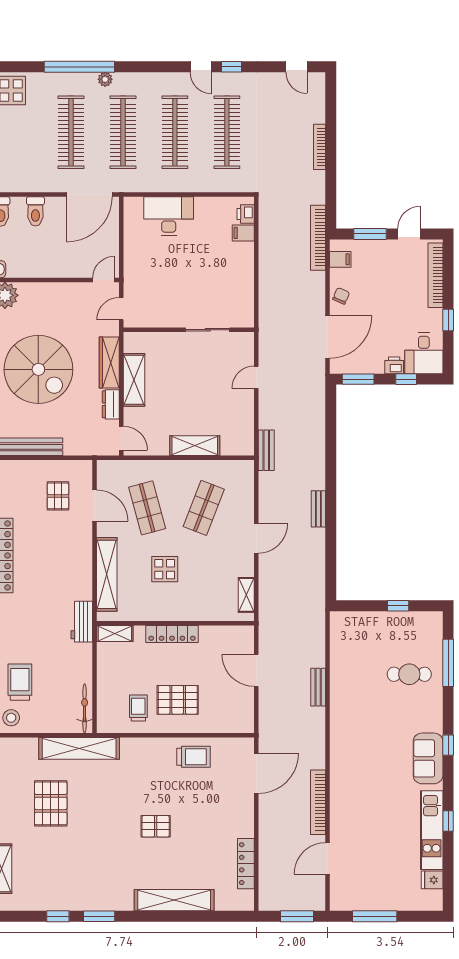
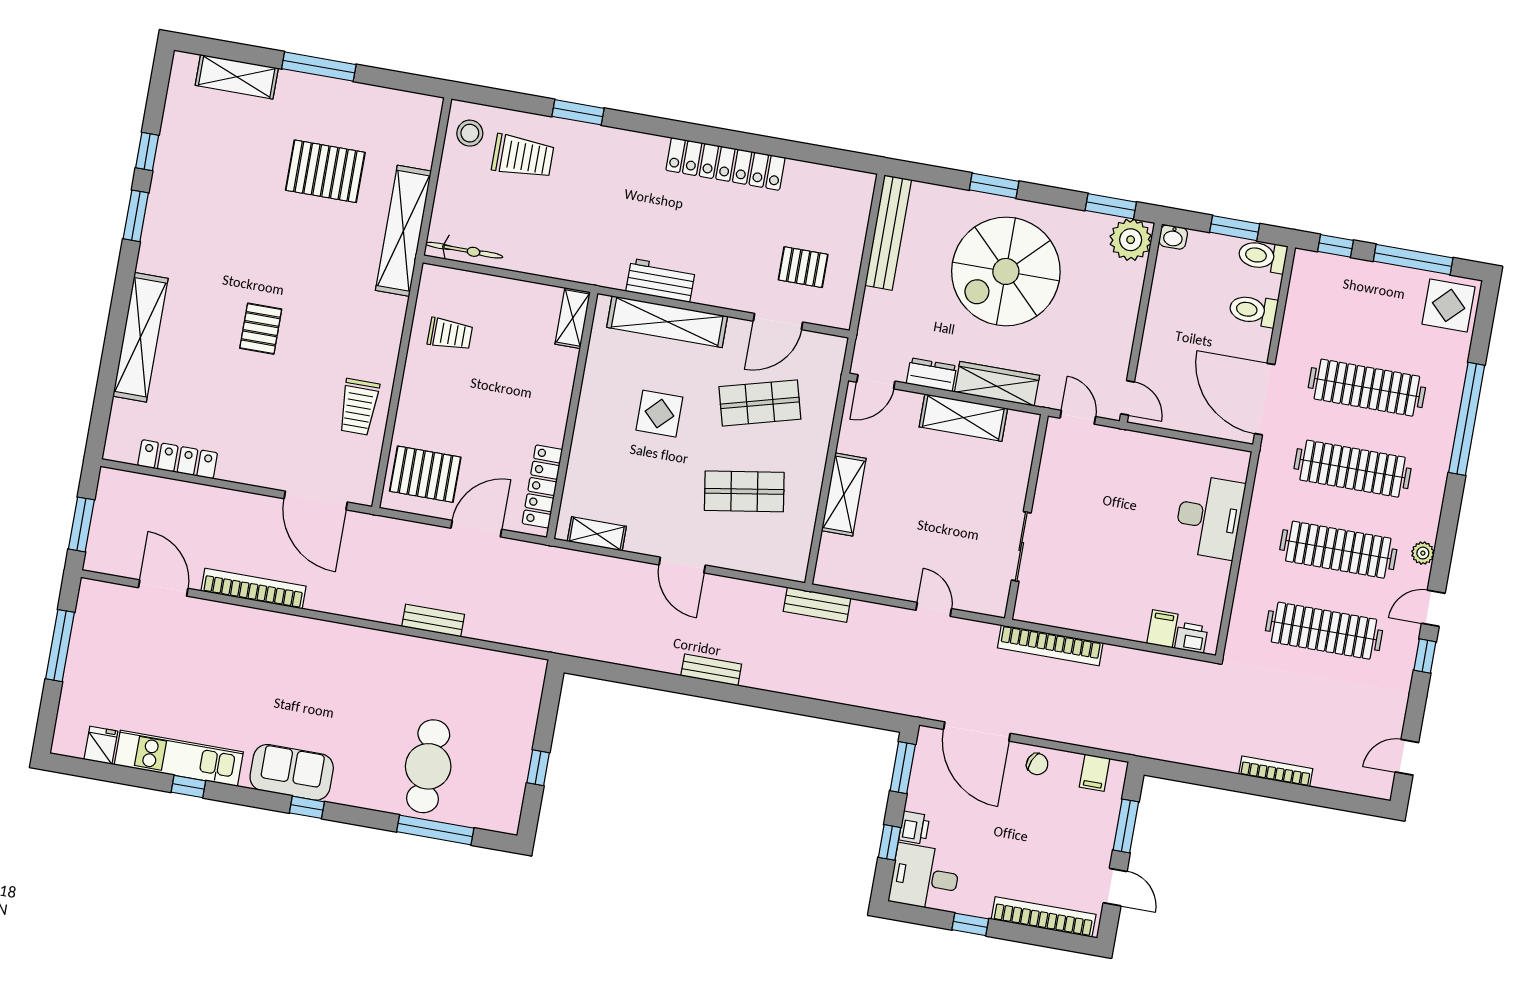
plant: (105, 79) -> (1423, 553), moved
bookcase: (318, 238) -> (1050, 645), moved, turned 180
shop shelf: (204, 508) -> (744, 491), turned -30
workbench: (82, 622) -> (661, 280), moved
locker: (172, 634) -> (542, 486), moved
cafe table: (409, 674) -> (428, 766), width x1.37, depth x1.35
pallet: (178, 700) -> (425, 474), moved, turned 90

